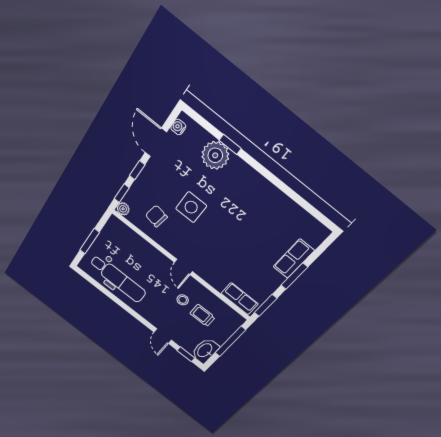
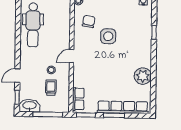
plant: (215, 155) -> (143, 76), moved
row of seats: (294, 259) -> (123, 107), width x2.02

